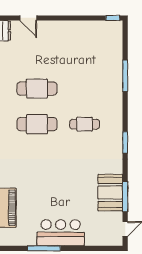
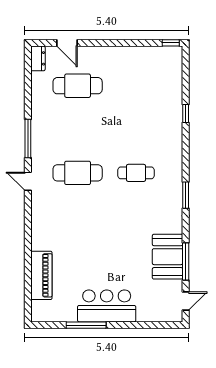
window: (125, 76) -> (186, 114), width x0.46
cafe table: (37, 89) -> (78, 86), moved

